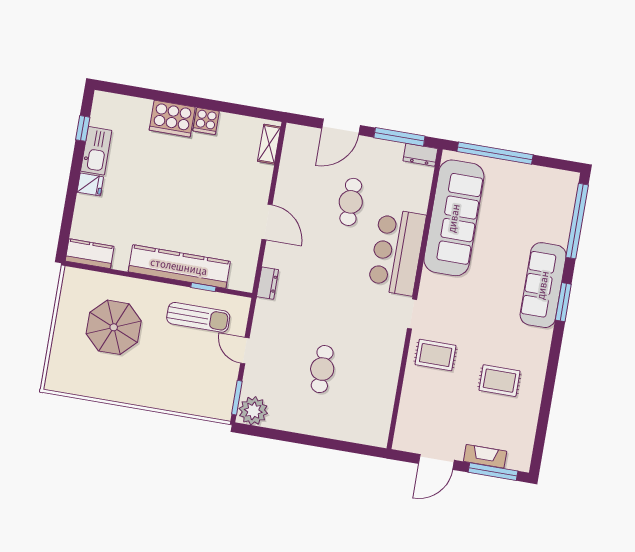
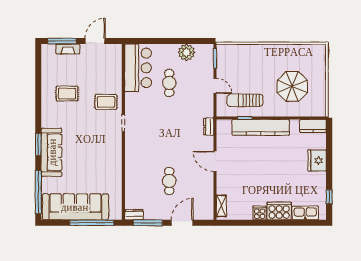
kitchen sink: (96, 151) -> (305, 213), moved, turned 90
fridge: (90, 184) -> (317, 160), width x1.88, depth x1.34
sofa: (454, 218) -> (75, 207), moved, turned 90
bar counter: (397, 252) -> (138, 68), moved
plant: (253, 411) -> (186, 52), moved

